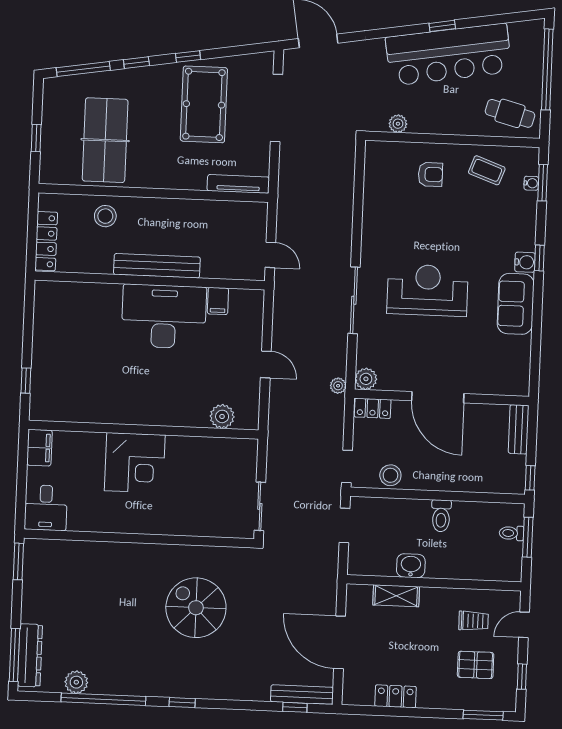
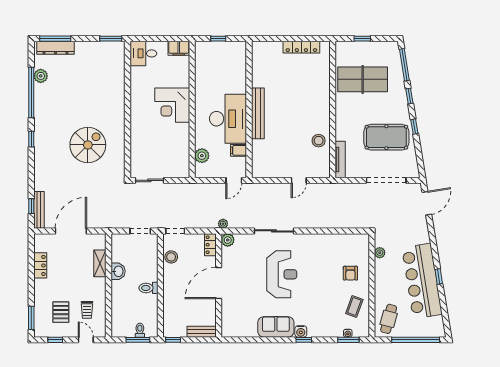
stool: (105, 216) -> (319, 141), moved
bench: (157, 266) -> (258, 113), moved
wall: (150, 280) -> (249, 109), moved
filing cabinet: (218, 301) -> (239, 150), moved
desk: (164, 316) -> (228, 119), moved

